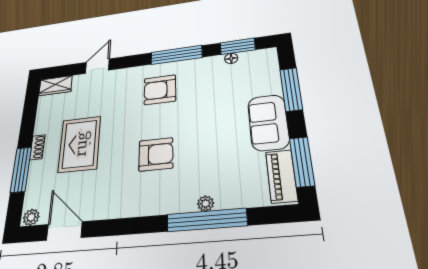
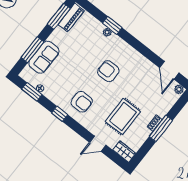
window: (176, 55) -> (60, 114), width x0.46
sofa: (268, 122) -> (44, 57), moved
rug: (80, 144) -> (123, 117), moved
window: (21, 170) -> (161, 128), moved
window: (207, 220) -> (112, 25), width x0.47

